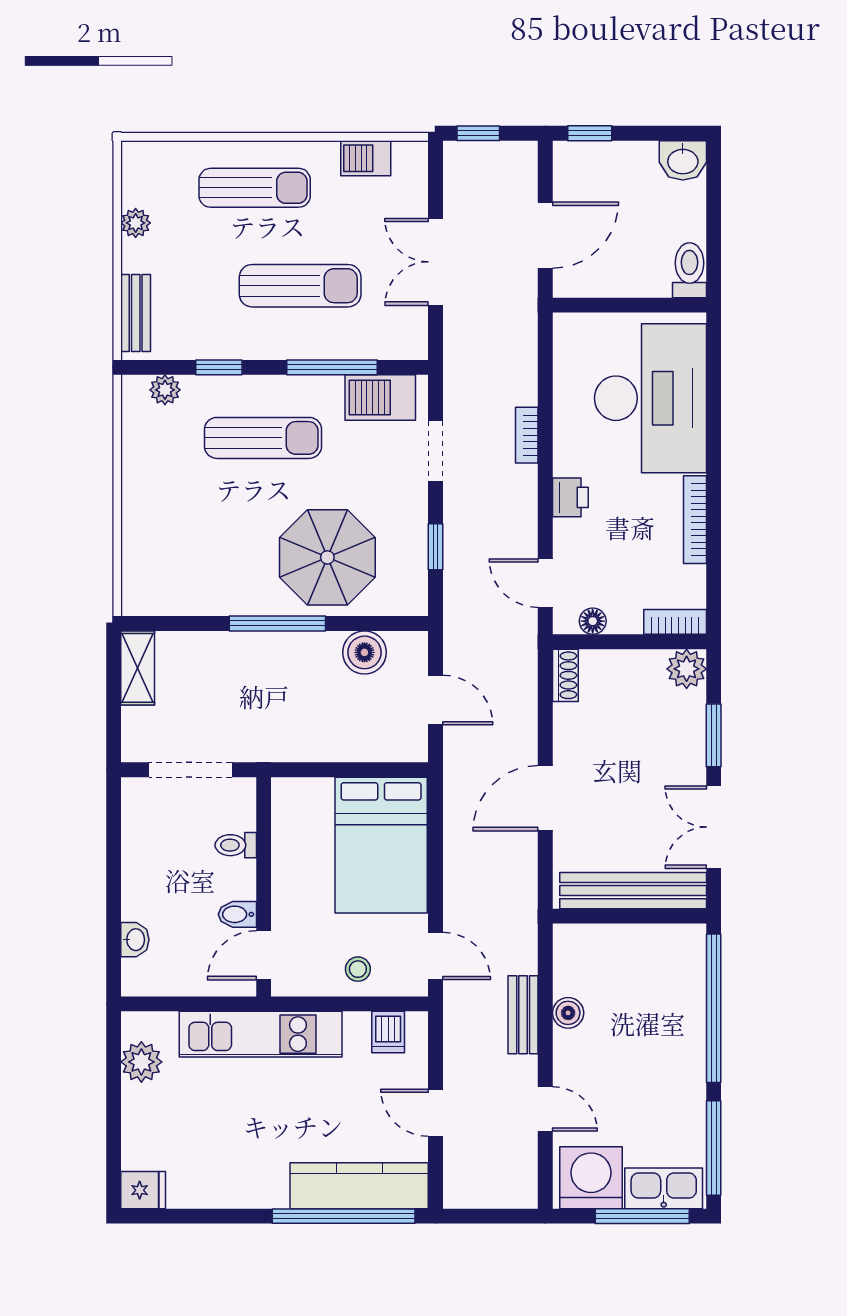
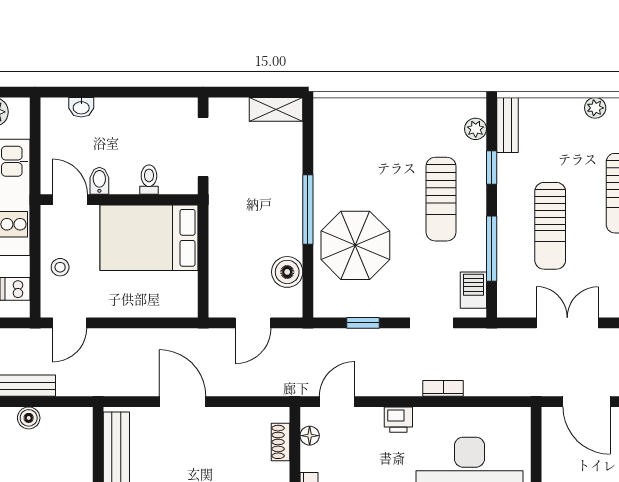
bench: (136, 313) -> (507, 125), moved, turned 90
barbecue: (380, 398) -> (473, 290), width x0.73, depth x0.79
shoe rack: (565, 675) -> (280, 442), moved, turned 90
bed: (381, 845) -> (149, 238), moved

